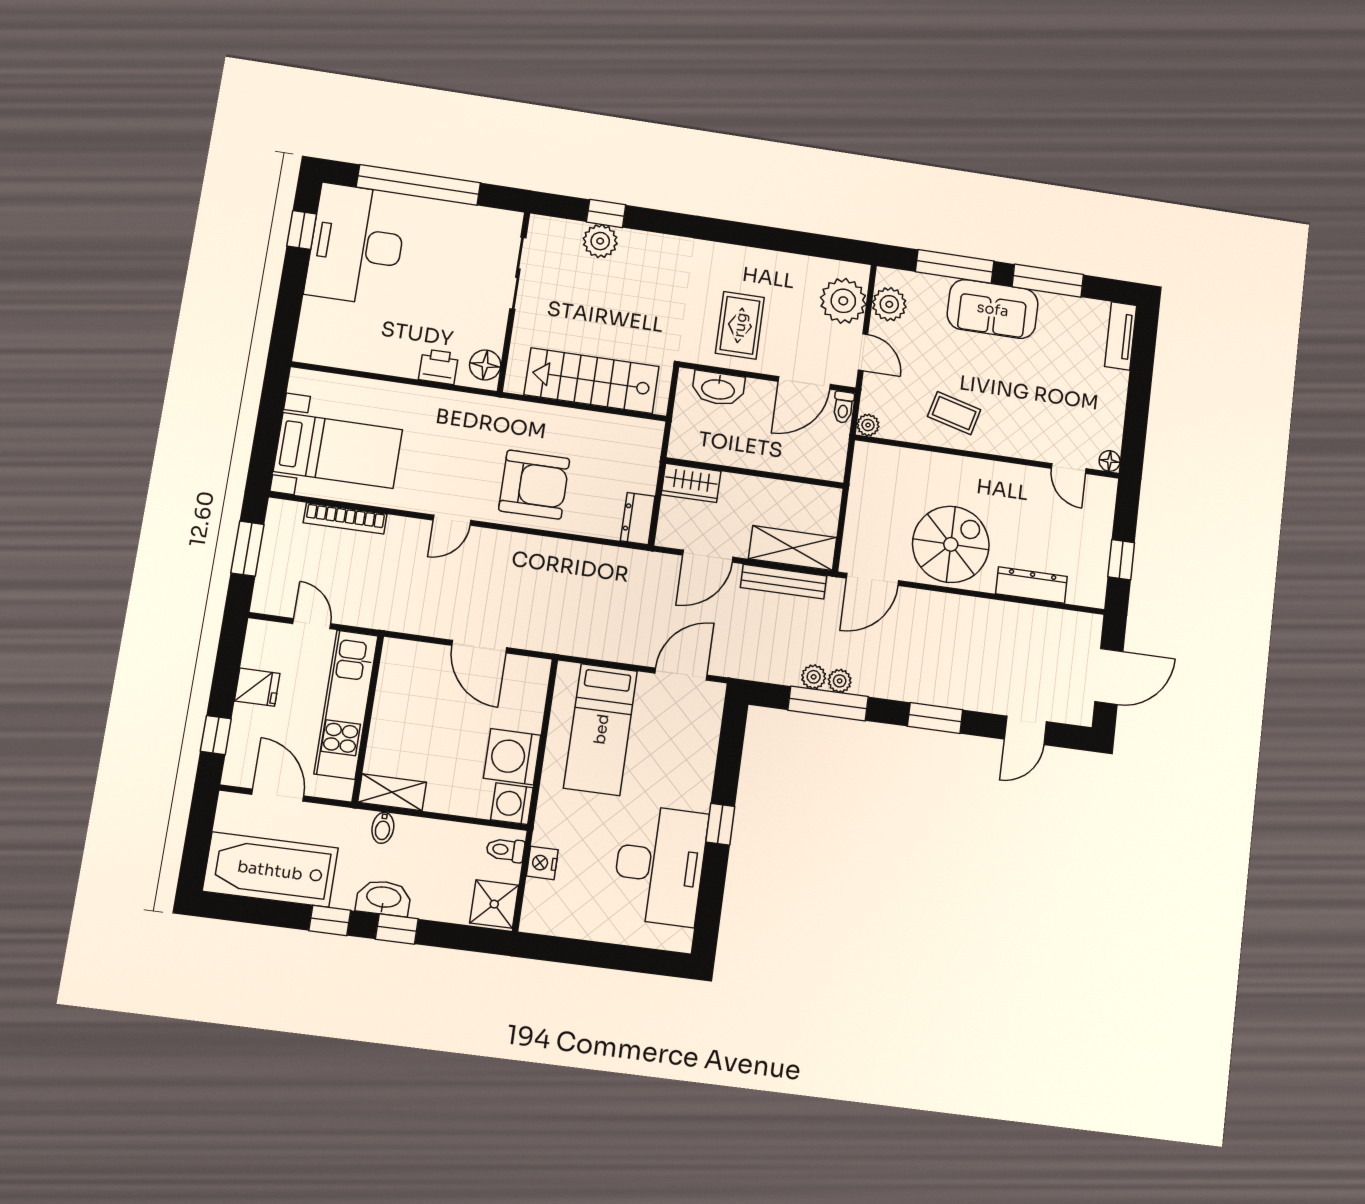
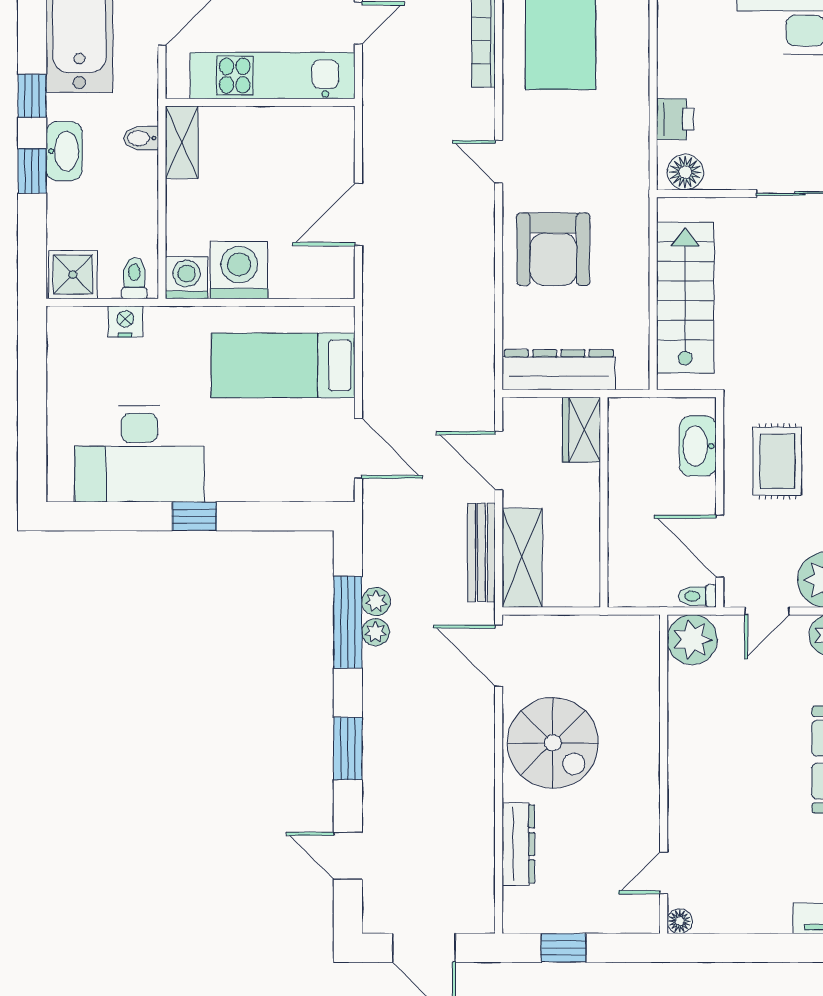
rug: (740, 325) -> (777, 461), turned 90
coffee table: (954, 413) -> (710, 728), removed
plant: (868, 425) -> (692, 640), width x1.87, depth x1.87
dresser: (638, 519) -> (559, 370), width x1.96, depth x1.24

